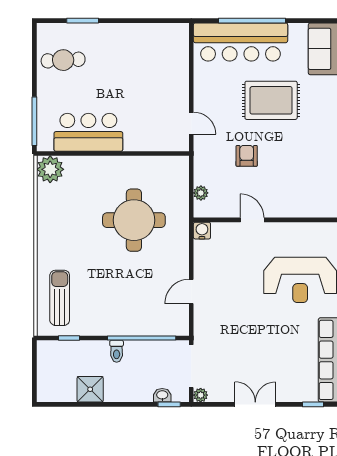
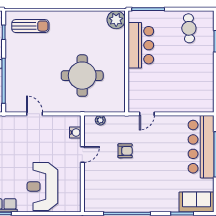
rug: (271, 100) -> (162, 167), removed
water cooler: (202, 231) -> (75, 132), moved

